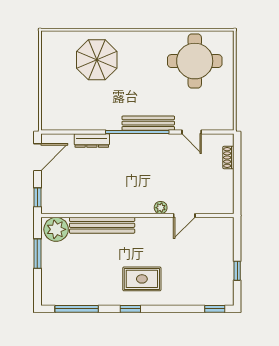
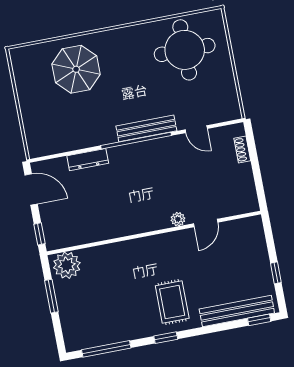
door: (37, 157) -> (31, 189), hinge flipped
bench: (102, 225) -> (237, 311), moved
rug: (142, 279) -> (172, 302), turned 90

